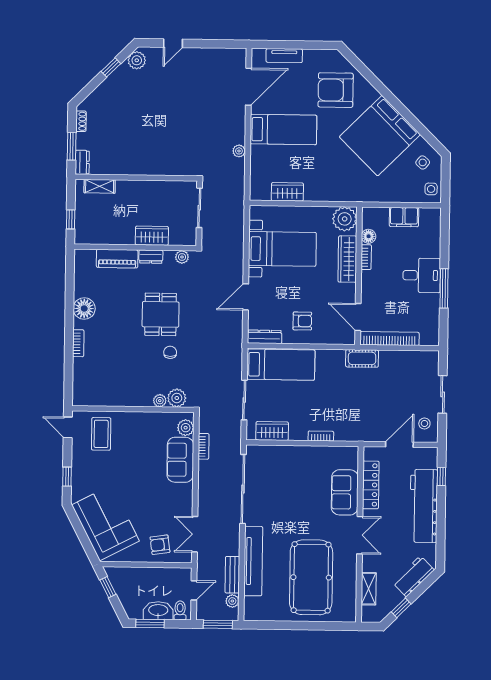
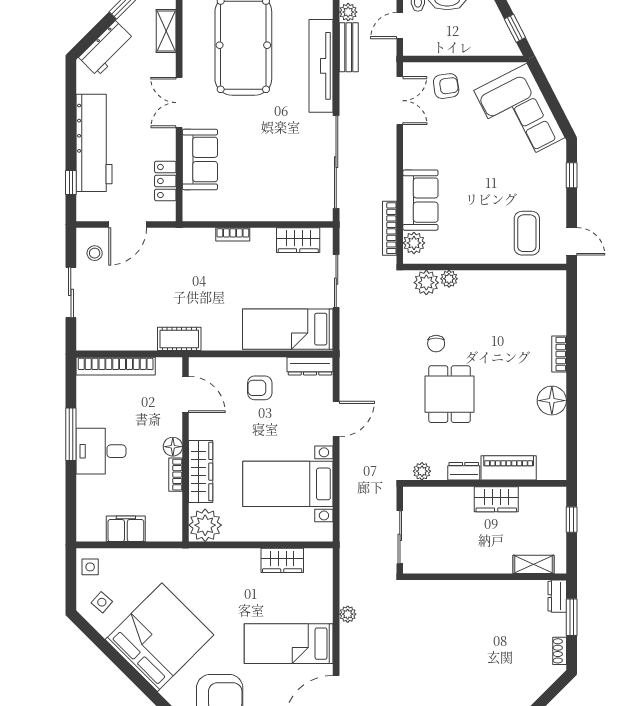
wardrobe: (152, 236) -> (496, 499), moved
floor lamp: (369, 236) -> (173, 447), moved
bookcase: (389, 339) -> (116, 366), moved
bookcase: (204, 446) -> (390, 228), width x1.56
locker: (371, 485) -> (165, 181), width x0.66

